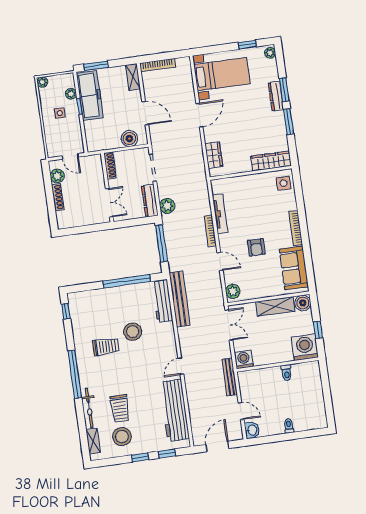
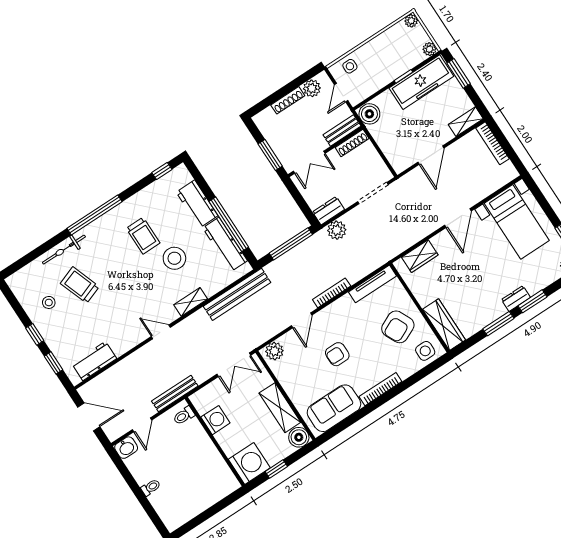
plant: (71, 94) -> (430, 49), moved
dresser: (276, 96) -> (516, 299), width x0.70
side table: (60, 113) -> (350, 66), moved
door: (199, 115) -> (458, 218), hinge flipped
boiler: (129, 138) -> (369, 114), moved
bench: (98, 169) -> (342, 130), added
armchair: (257, 195) -> (398, 327), added
dresser: (150, 200) -> (328, 211), width x0.70
tv unit: (220, 214) -> (373, 284), moved
window: (91, 228) -> (270, 155), added
workbench: (101, 297) -> (197, 204), added
workbench: (162, 301) -> (225, 244), moved, turned -90
washing machine: (244, 359) -> (215, 420), moved
toilet: (287, 373) -> (184, 416), moved
trolley: (120, 409) -> (80, 285), turned 70
workbench: (175, 410) -> (94, 361), width x0.53, depth x0.76
stool: (122, 437) -> (49, 302), width x0.53, depth x0.53
shelving: (93, 441) -> (191, 302), moved

